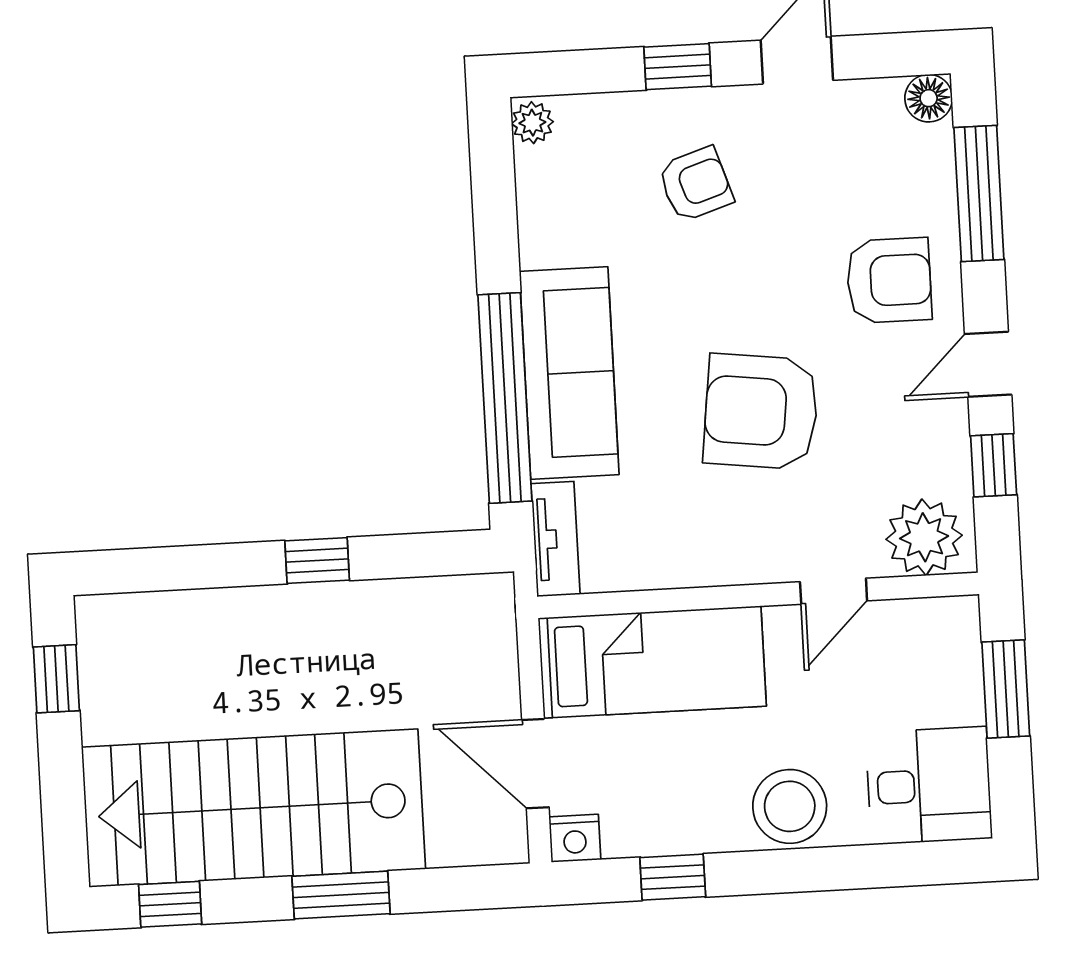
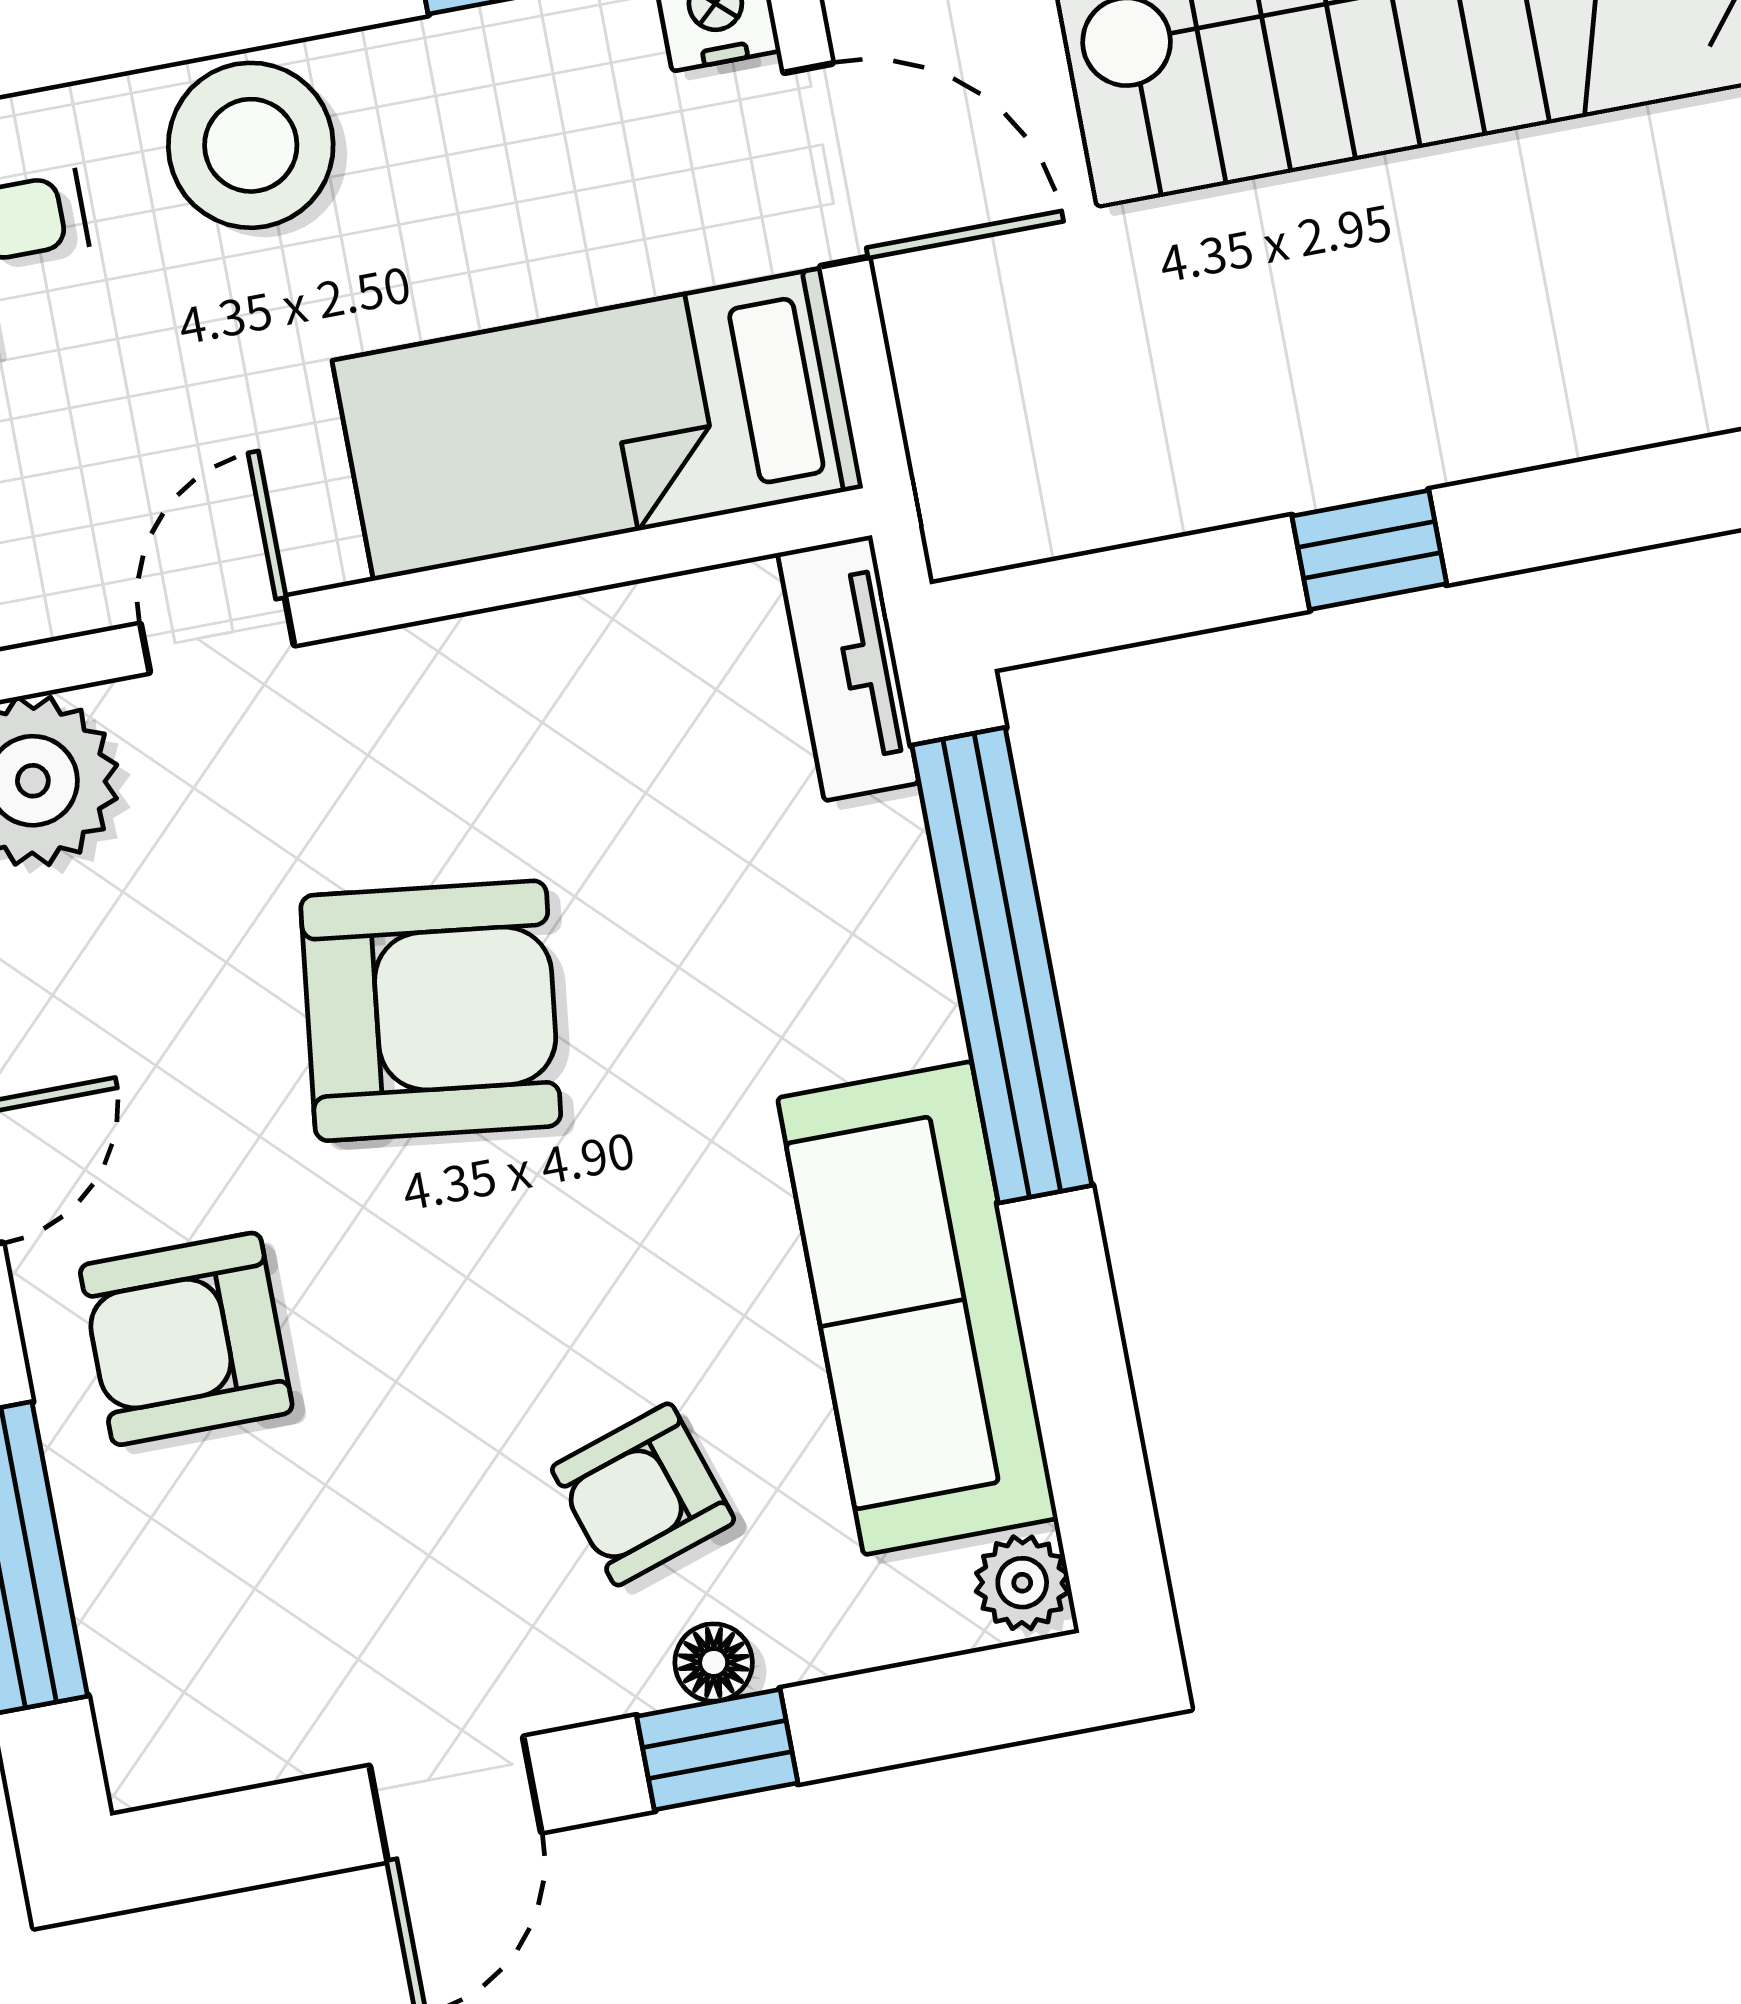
floor lamp: (929, 98) -> (714, 1662), moved, width x0.73, depth x0.73
sofa: (569, 373) -> (918, 1308), moved

